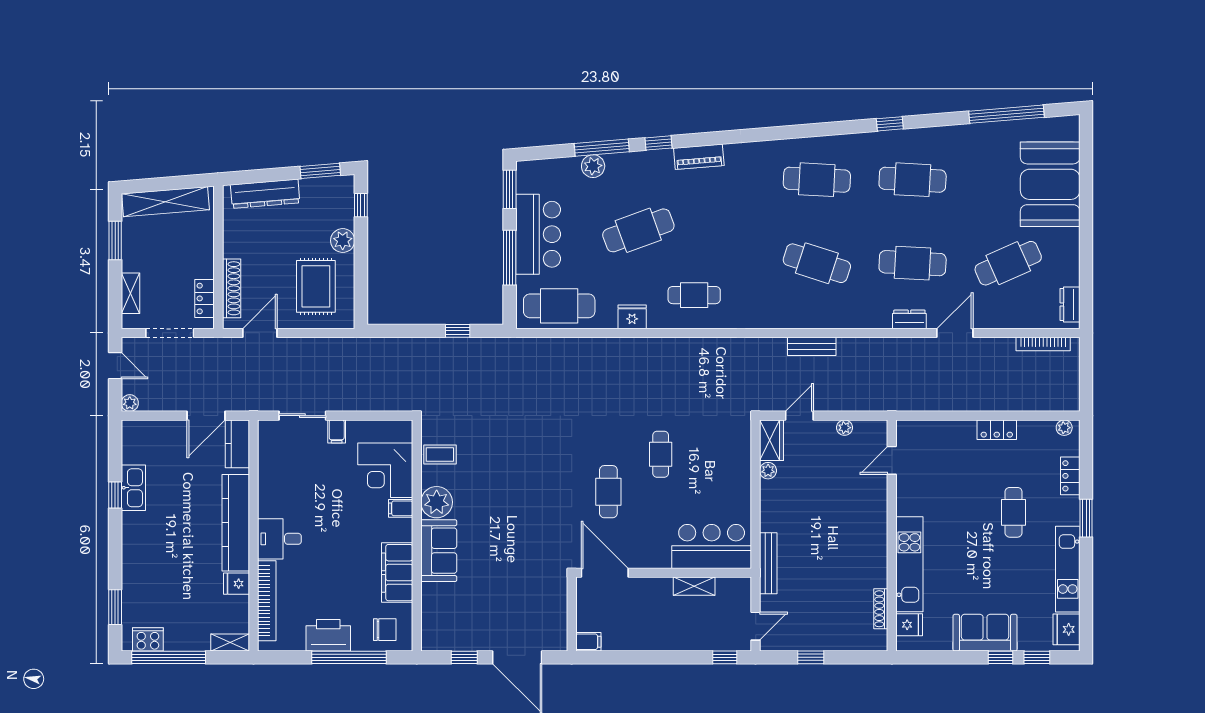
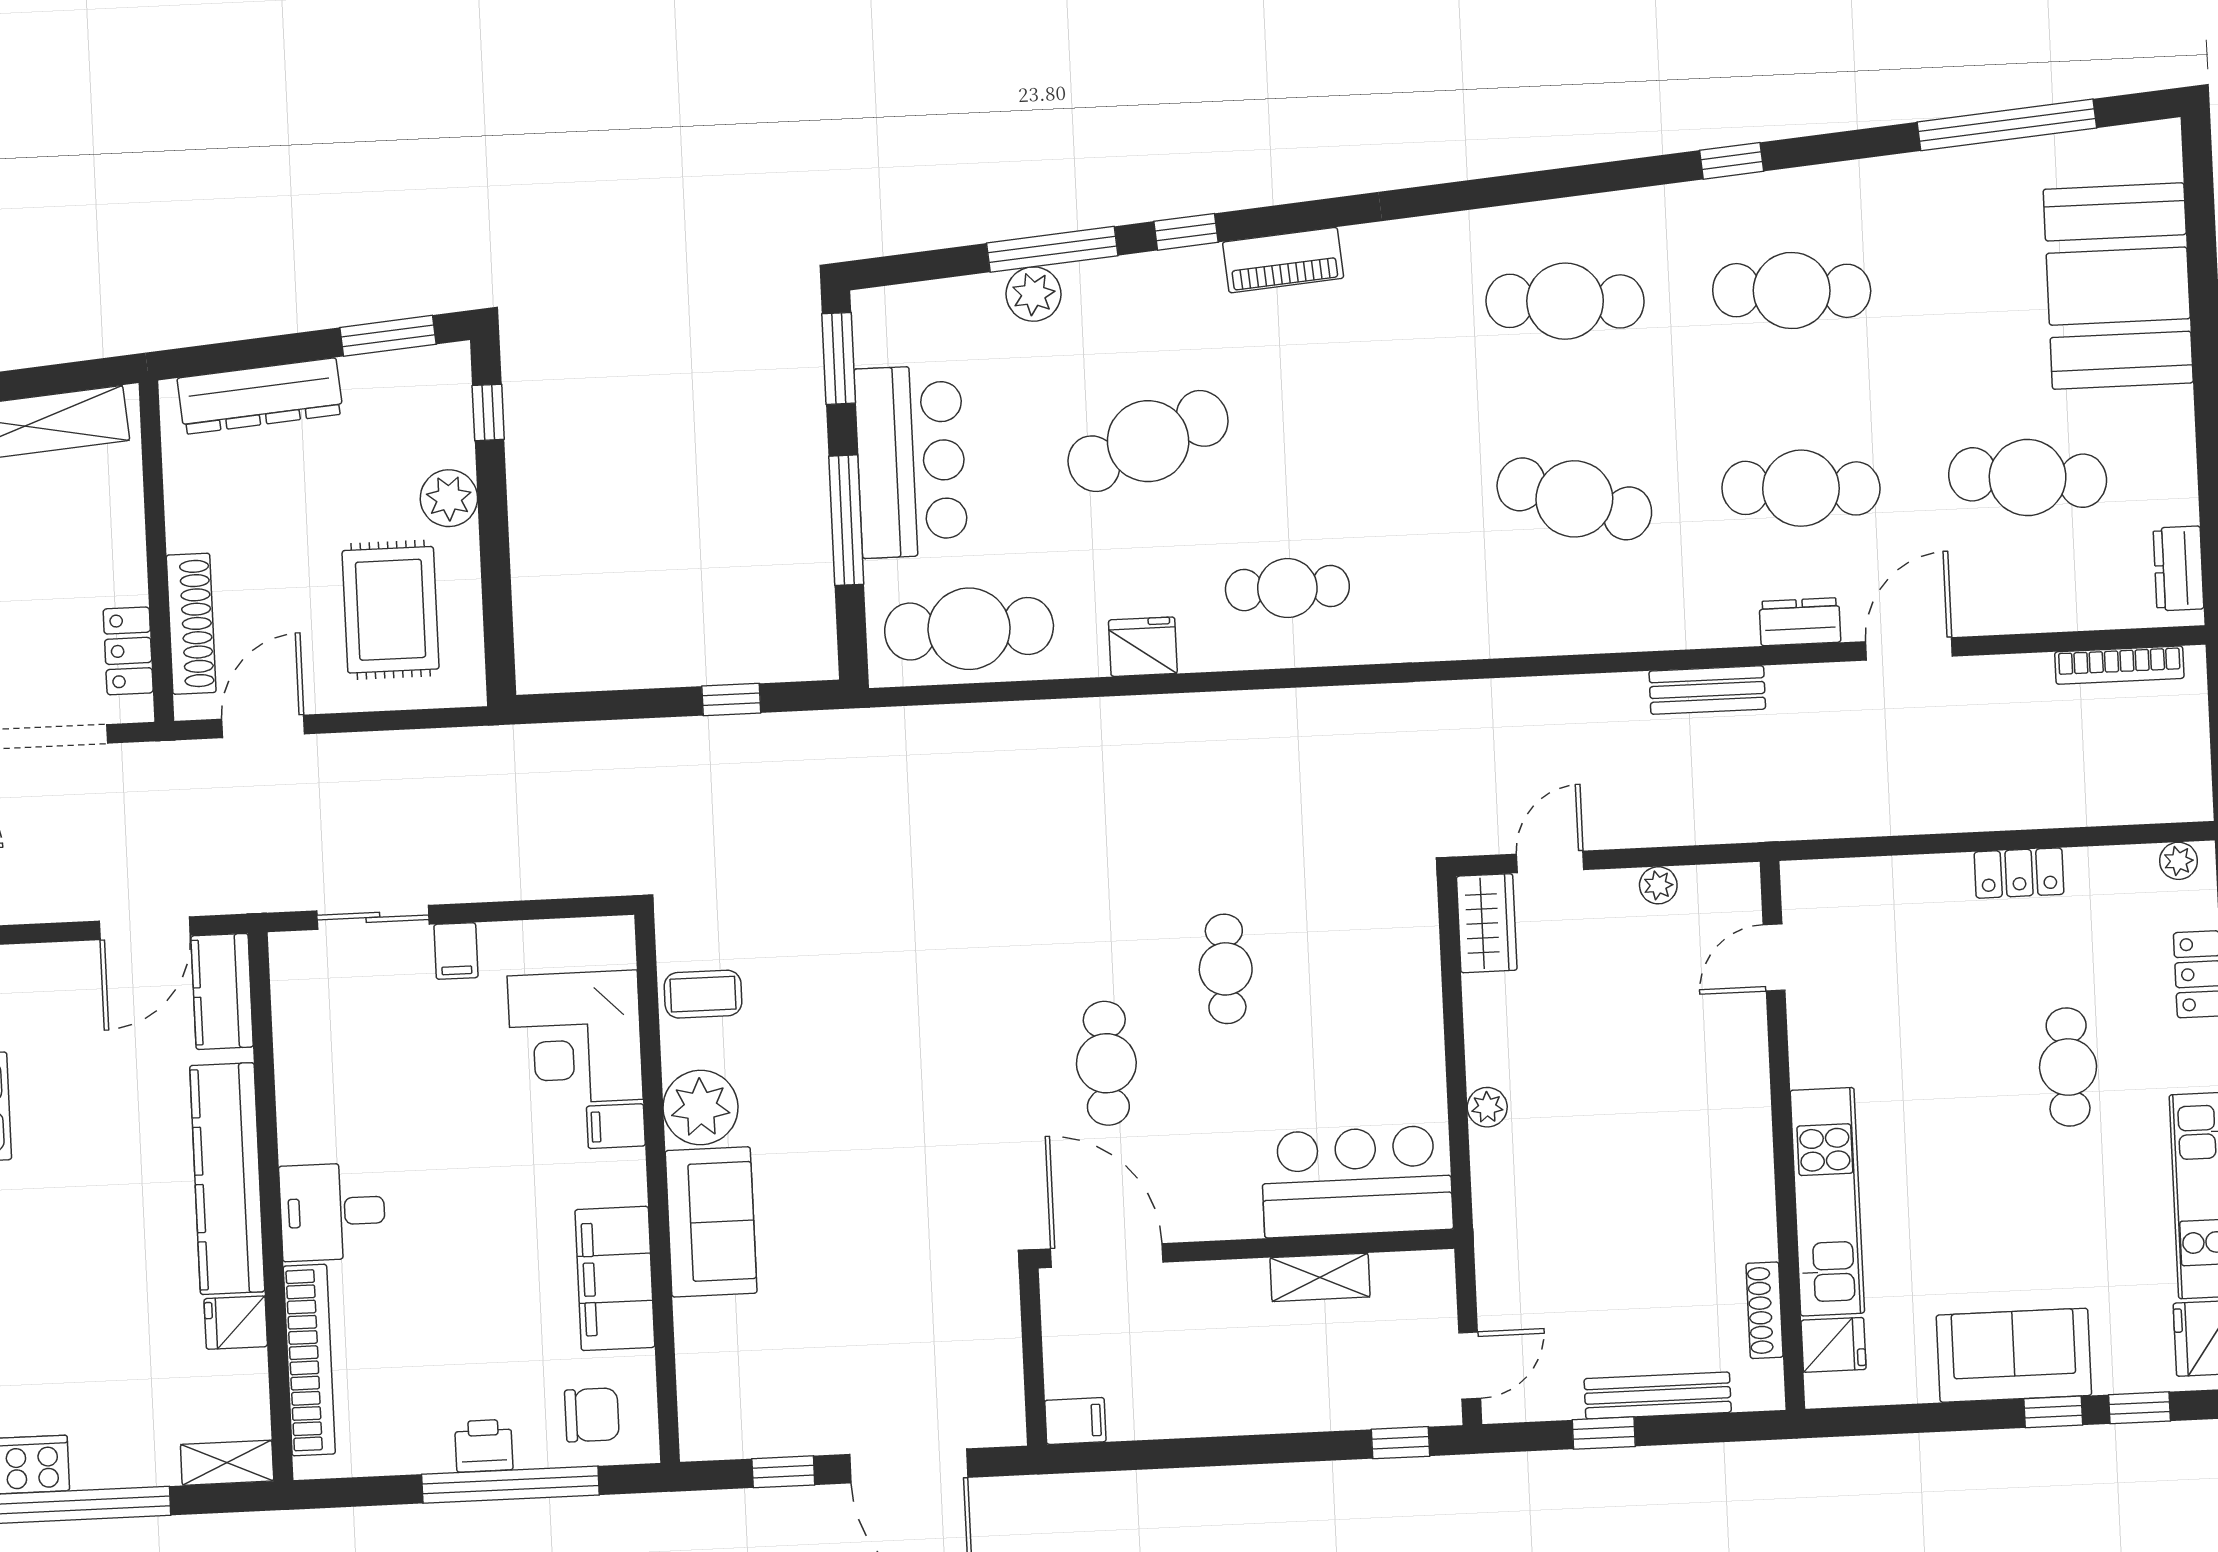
cafe table: (1008, 263) -> (2028, 478), turned 30
bench: (812, 346) -> (1707, 690), moved
plant: (768, 471) -> (1487, 1107), moved
bench: (768, 563) -> (1658, 1395), moved, turned 90
printer: (328, 635) -> (484, 1446), width x0.53, depth x0.68

